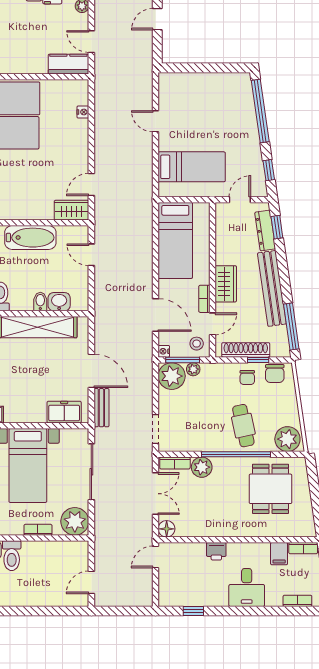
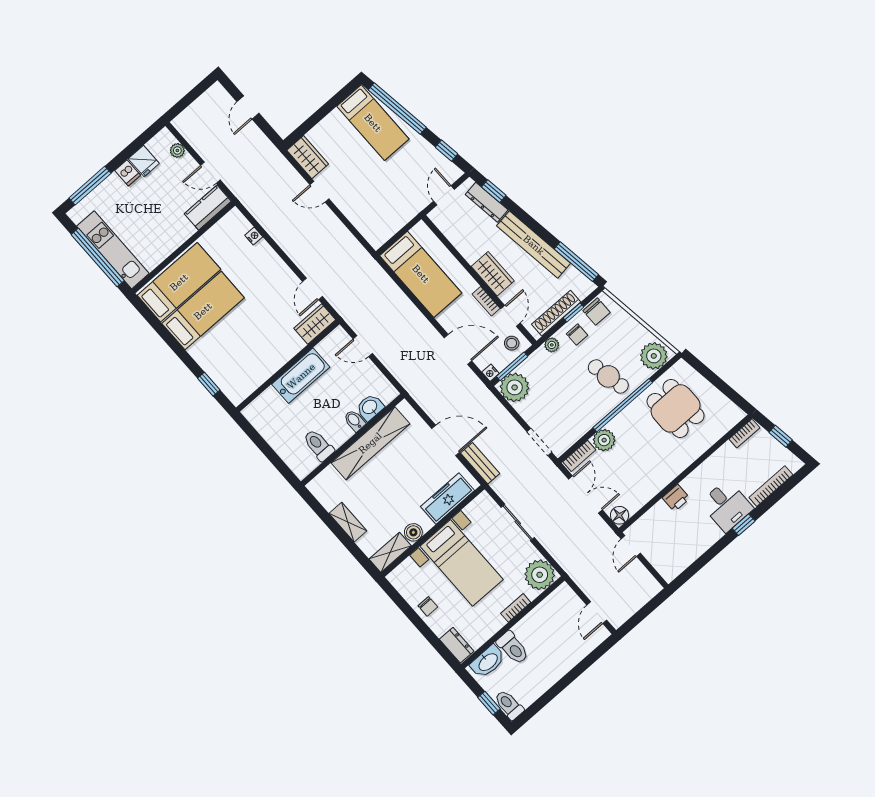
wardrobe: (168, 90) -> (308, 157), added
bed: (192, 167) -> (373, 123), moved, turned 90
plant: (193, 369) -> (552, 345), moved
freezer: (64, 412) -> (447, 498), width x1.40
boiler: (13, 415) -> (413, 532), added
sliding door: (91, 472) -> (518, 523), width x0.73
filing cabinet: (279, 554) -> (729, 455), removed
bookcase: (297, 601) -> (771, 486), width x1.56
window: (193, 611) -> (744, 525), moved

